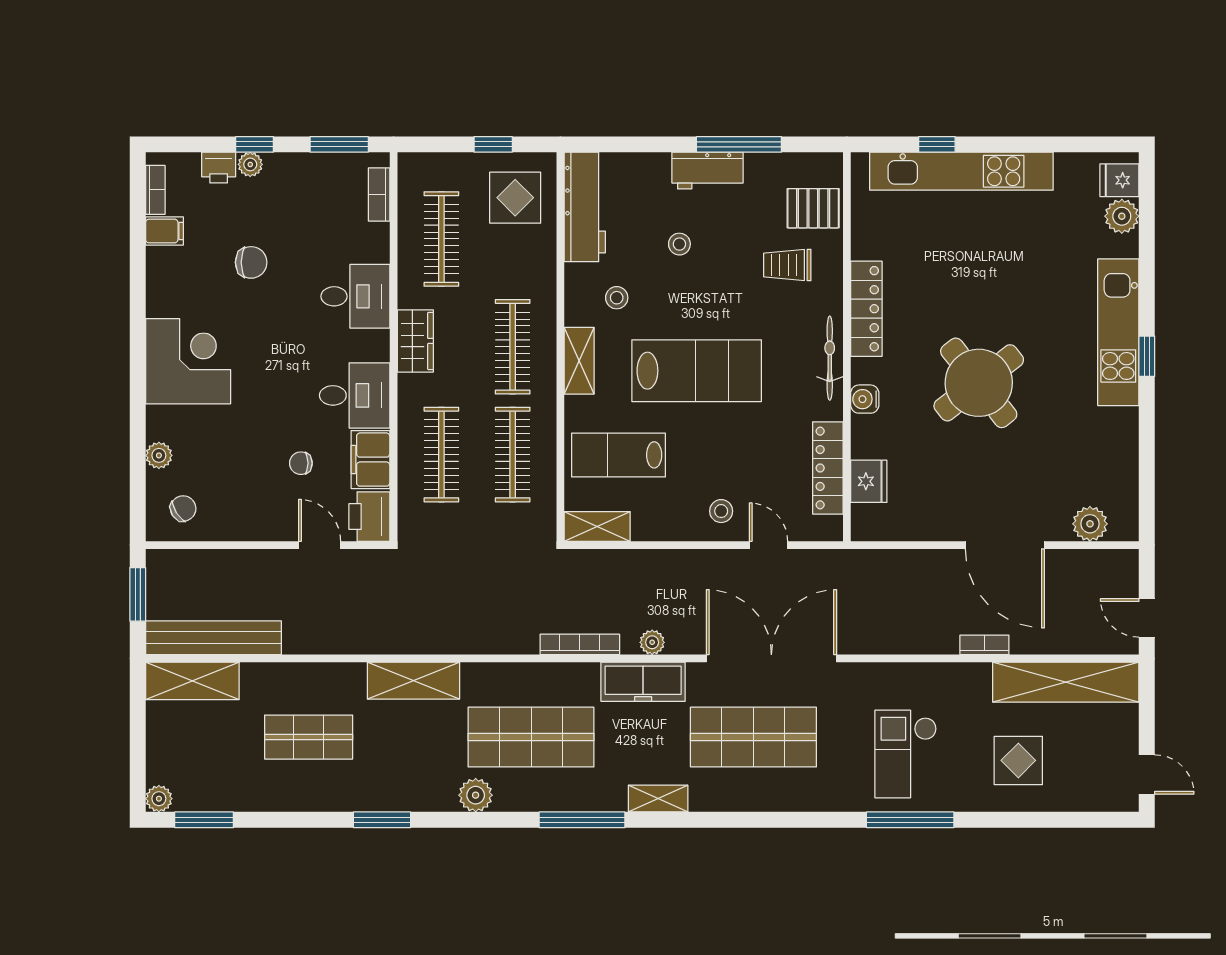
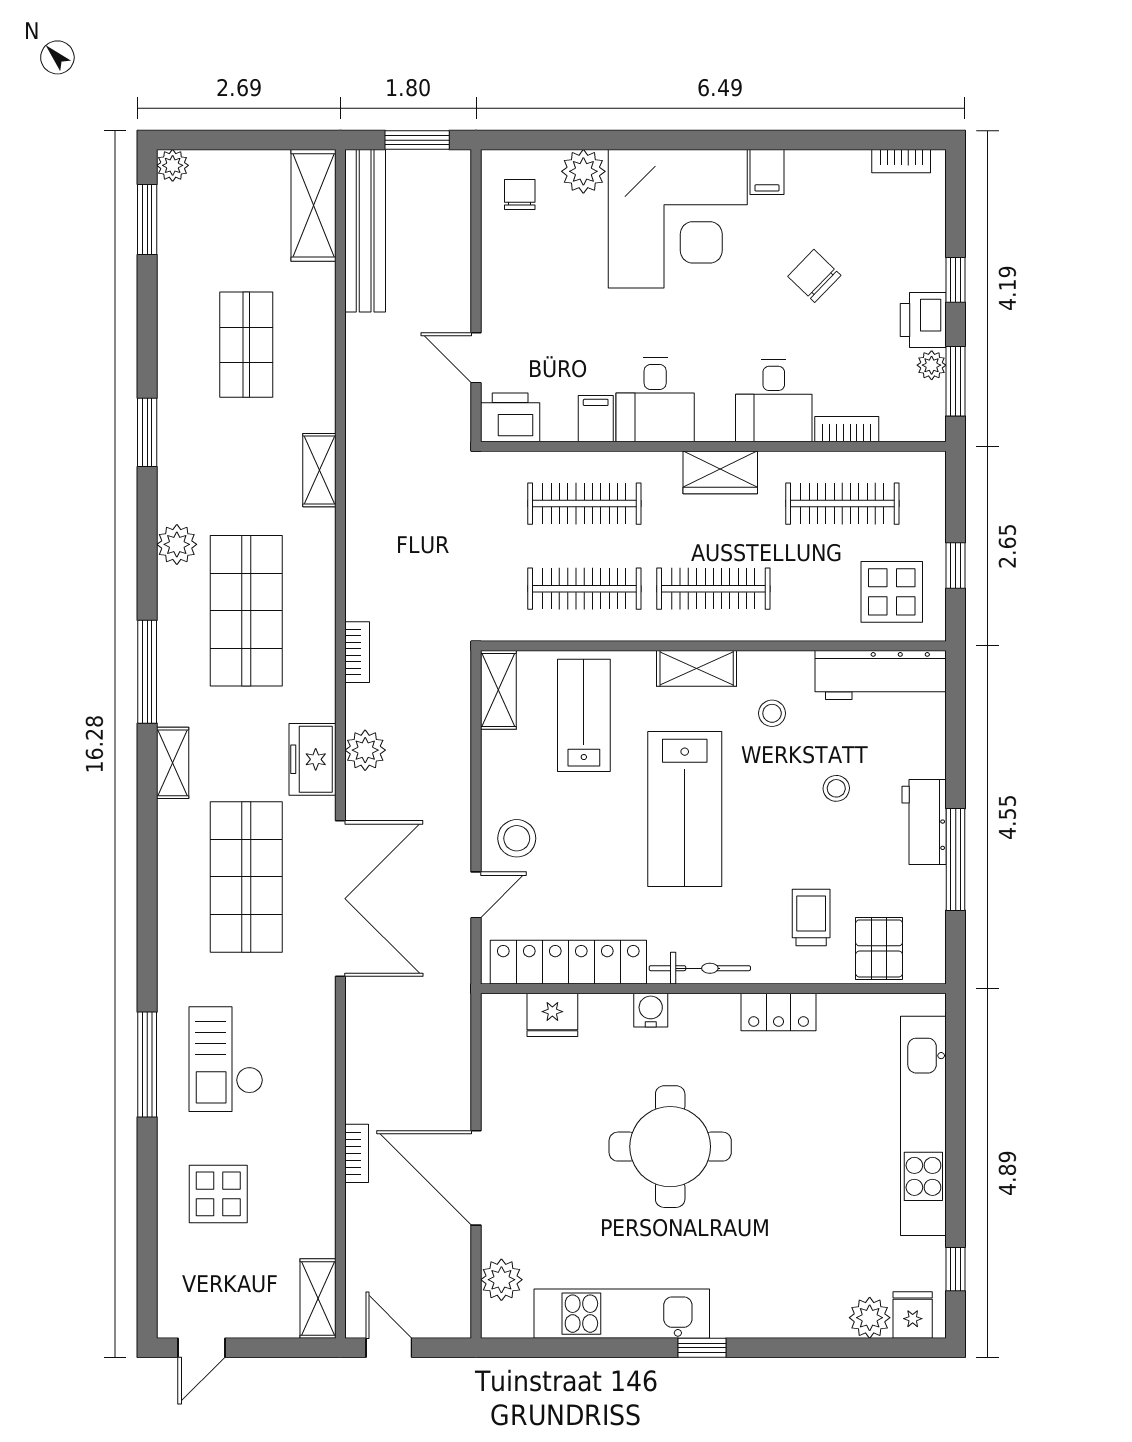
window: (937, 144) -> (956, 1269), moved
plant: (250, 164) -> (932, 365), moved
printer: (219, 168) -> (923, 320), moved, width x1.36, depth x1.24
bookcase: (379, 194) -> (847, 429), moved
filing cabinet: (164, 231) -> (767, 172), moved
chair: (251, 262) -> (814, 276), turned 134
locker: (866, 309) -> (779, 1012), width x0.66
kitchen unit: (1118, 332) -> (622, 1314), moved
corner desk: (188, 361) -> (678, 219), width x1.36, depth x1.36
round table: (979, 383) -> (670, 1147), turned 38
plant: (159, 455) -> (583, 171), width x1.38, depth x1.38
filing cabinet: (370, 460) -> (596, 419), width x0.50
chair: (301, 463) -> (574, 335), removed
locker: (828, 468) -> (568, 962), width x1.41, depth x1.21
chair: (183, 508) -> (520, 195), turned -148
stool: (721, 511) -> (517, 838), width x1.37, depth x1.37
door: (320, 545) -> (476, 358), swing flipped
door: (1005, 545) -> (476, 1178), hinge flipped
door: (1147, 618) -> (389, 1348), hinge flipped
plant: (652, 642) -> (365, 750), width x1.38, depth x1.38
bookcase: (580, 644) -> (357, 652), width x0.64
shelving: (413, 681) -> (319, 470), width x0.67, depth x0.75
freezer: (643, 682) -> (312, 759), width x0.71
shelving: (1066, 682) -> (318, 1298), width x0.45, depth x0.75
checkout: (906, 754) -> (226, 1059), turned -90

